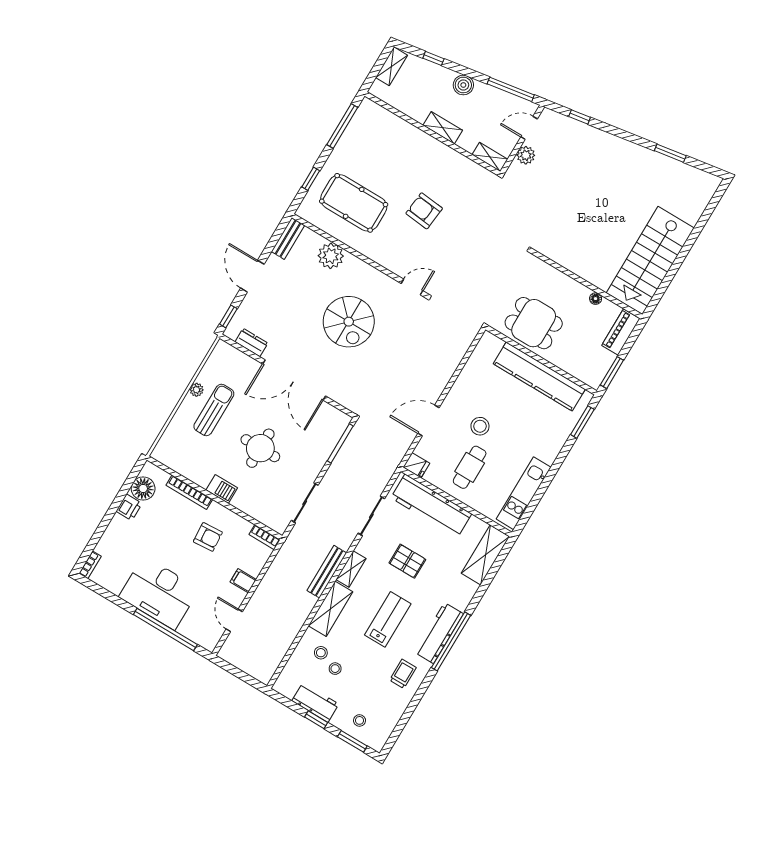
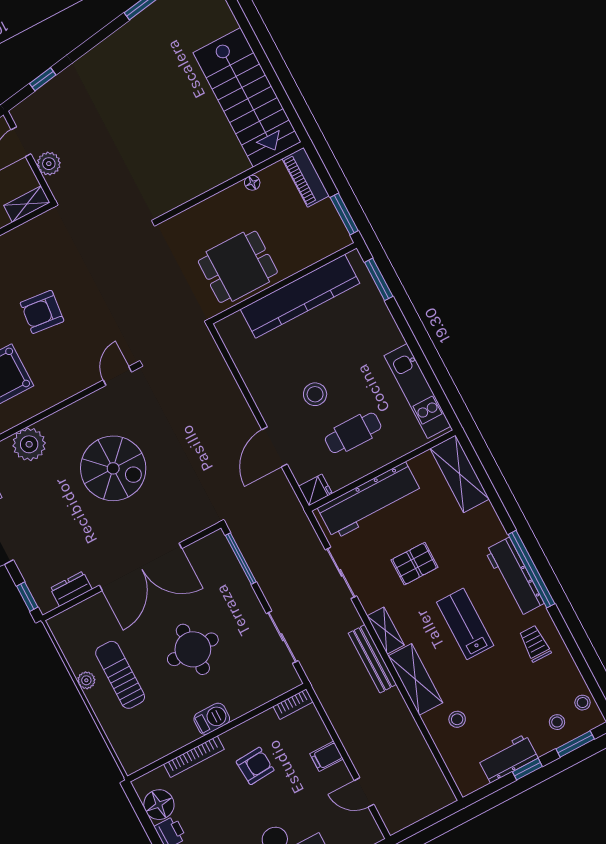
cafe table: (470, 467) -> (353, 433), turned 90
stool: (335, 669) -> (583, 703), moved

